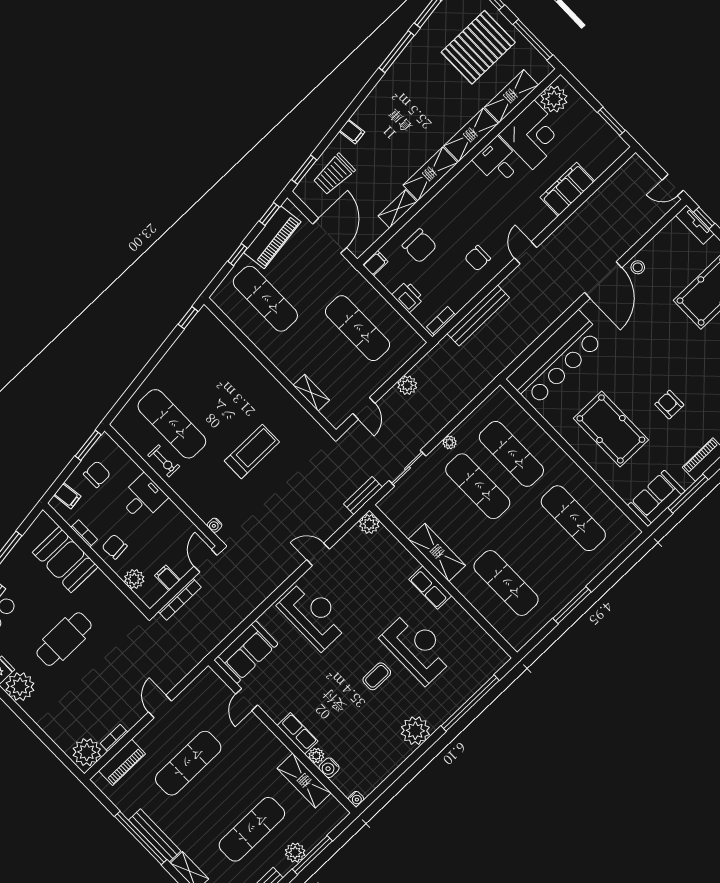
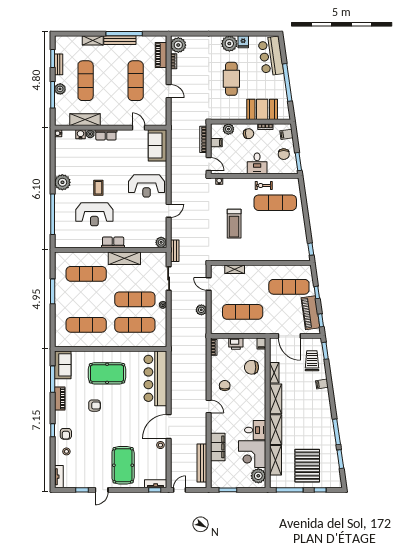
door: (603, 280) -> (169, 427), hinge flipped
bench: (478, 316) -> (202, 463), moved

